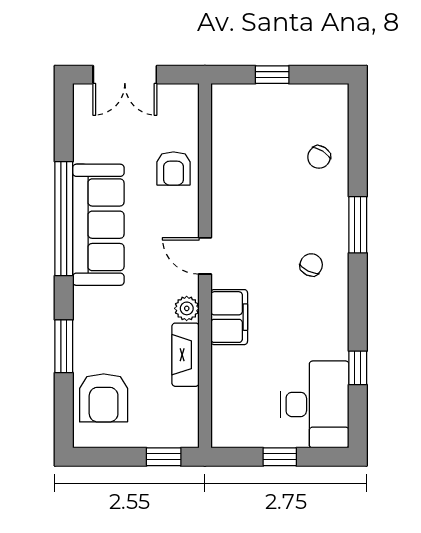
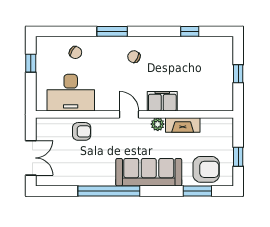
window: (272, 75) -> (31, 63), moved
sofa: (98, 225) -> (149, 172), moved
door: (205, 256) -> (129, 114), swing flipped
window: (64, 346) -> (197, 191), moved
desk: (315, 404) -> (71, 93), moved, turned 180
window: (164, 457) -> (238, 157), moved

